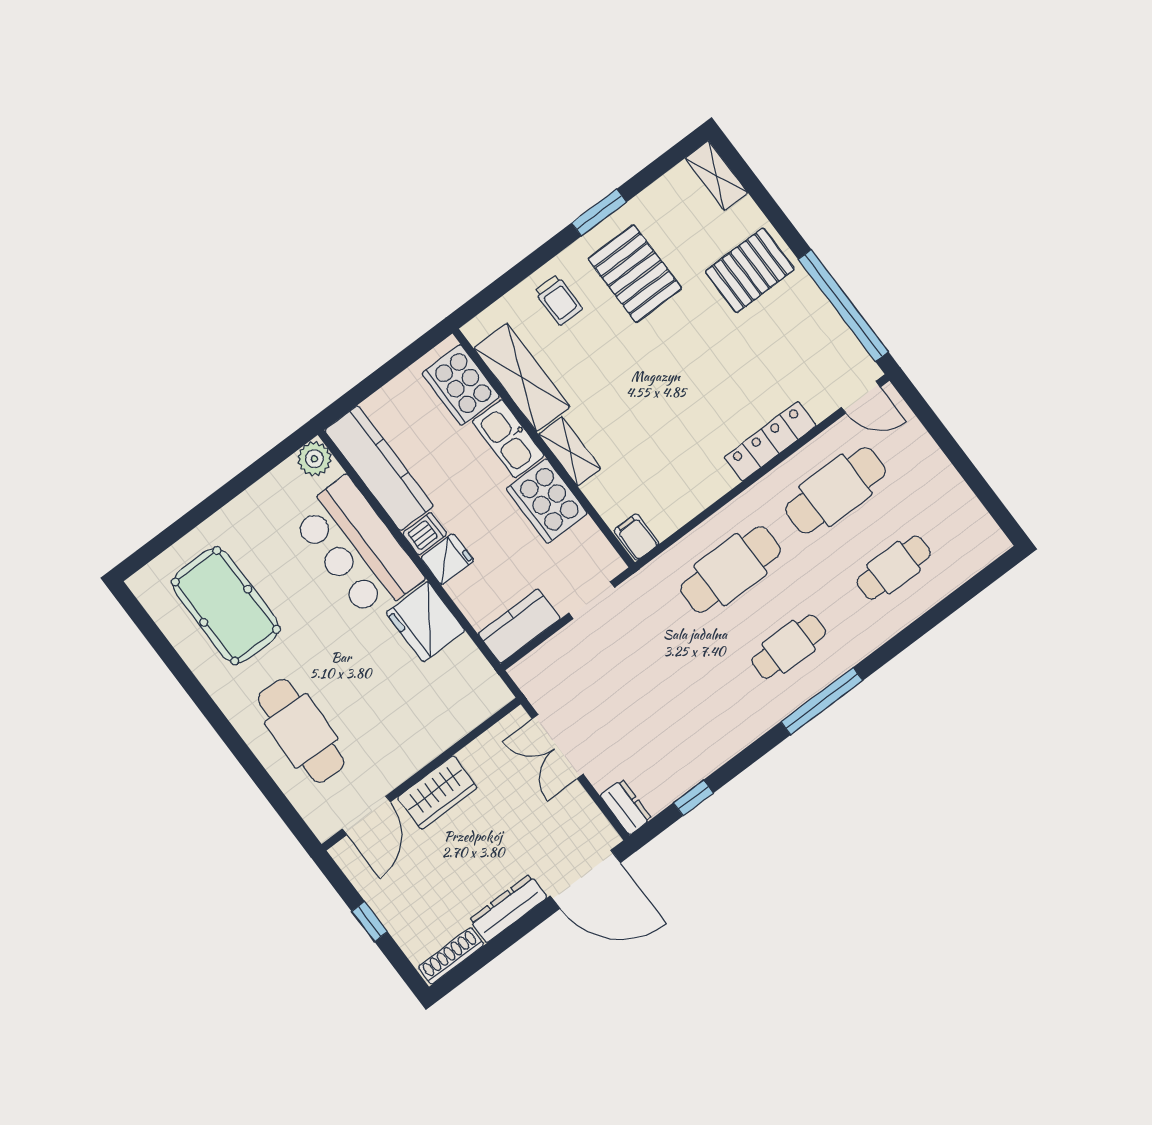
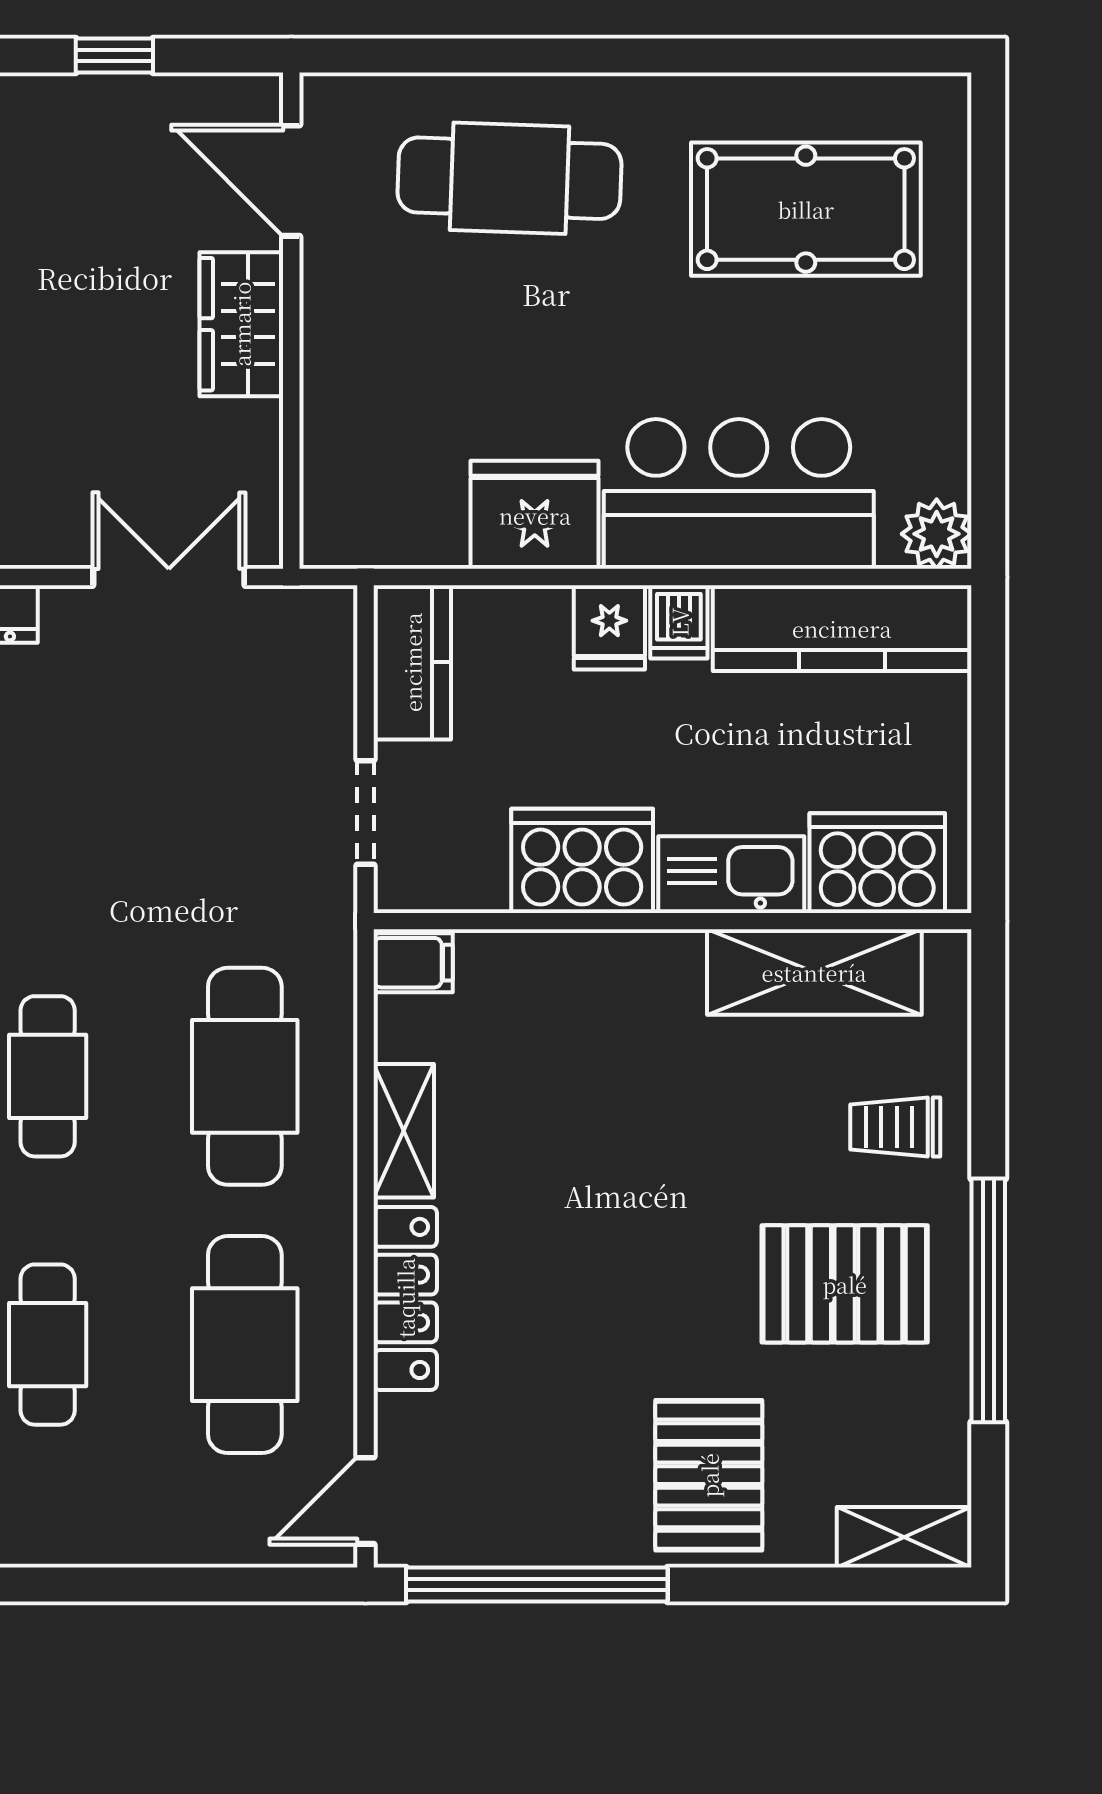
window: (599, 213) -> (988, 1300), width x2.11
shelving: (570, 451) -> (404, 1131), moved, turned 90

